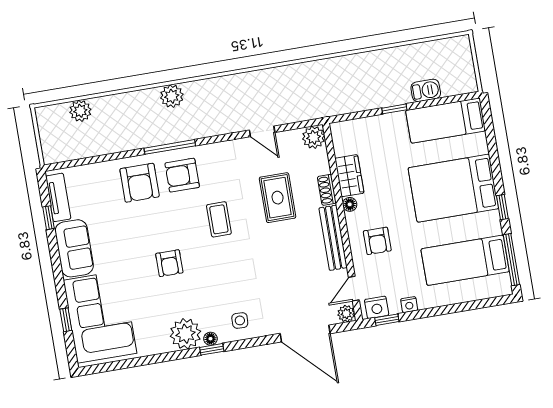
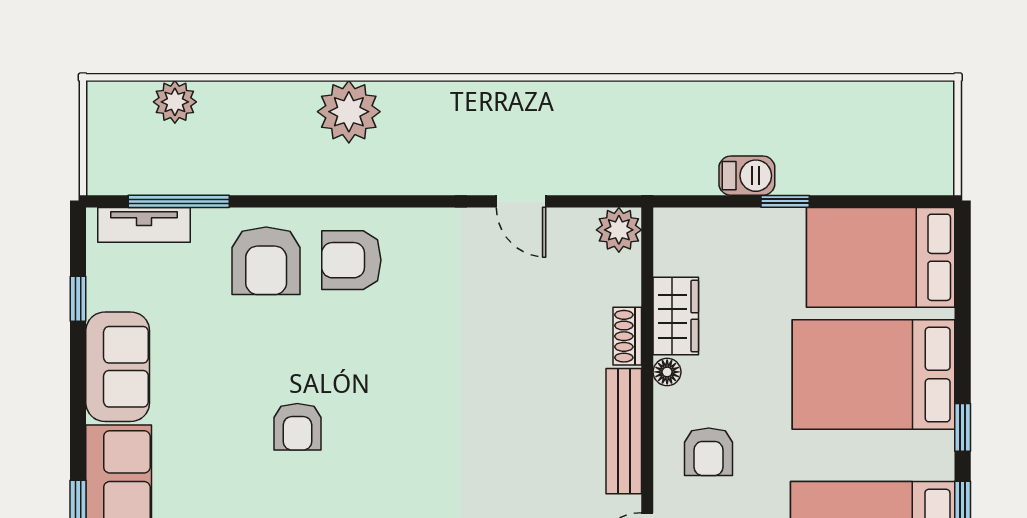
barbecue: (426, 90) -> (747, 176), moved
plant: (172, 96) -> (349, 112), width x1.36, depth x1.36
bed: (446, 121) -> (881, 257), width x1.50
window: (170, 147) -> (179, 201), moved
tv unit: (58, 197) -> (144, 225), moved, turned 90
rug: (278, 198) -> (529, 335), removed
coffee table: (219, 219) -> (408, 358), removed

